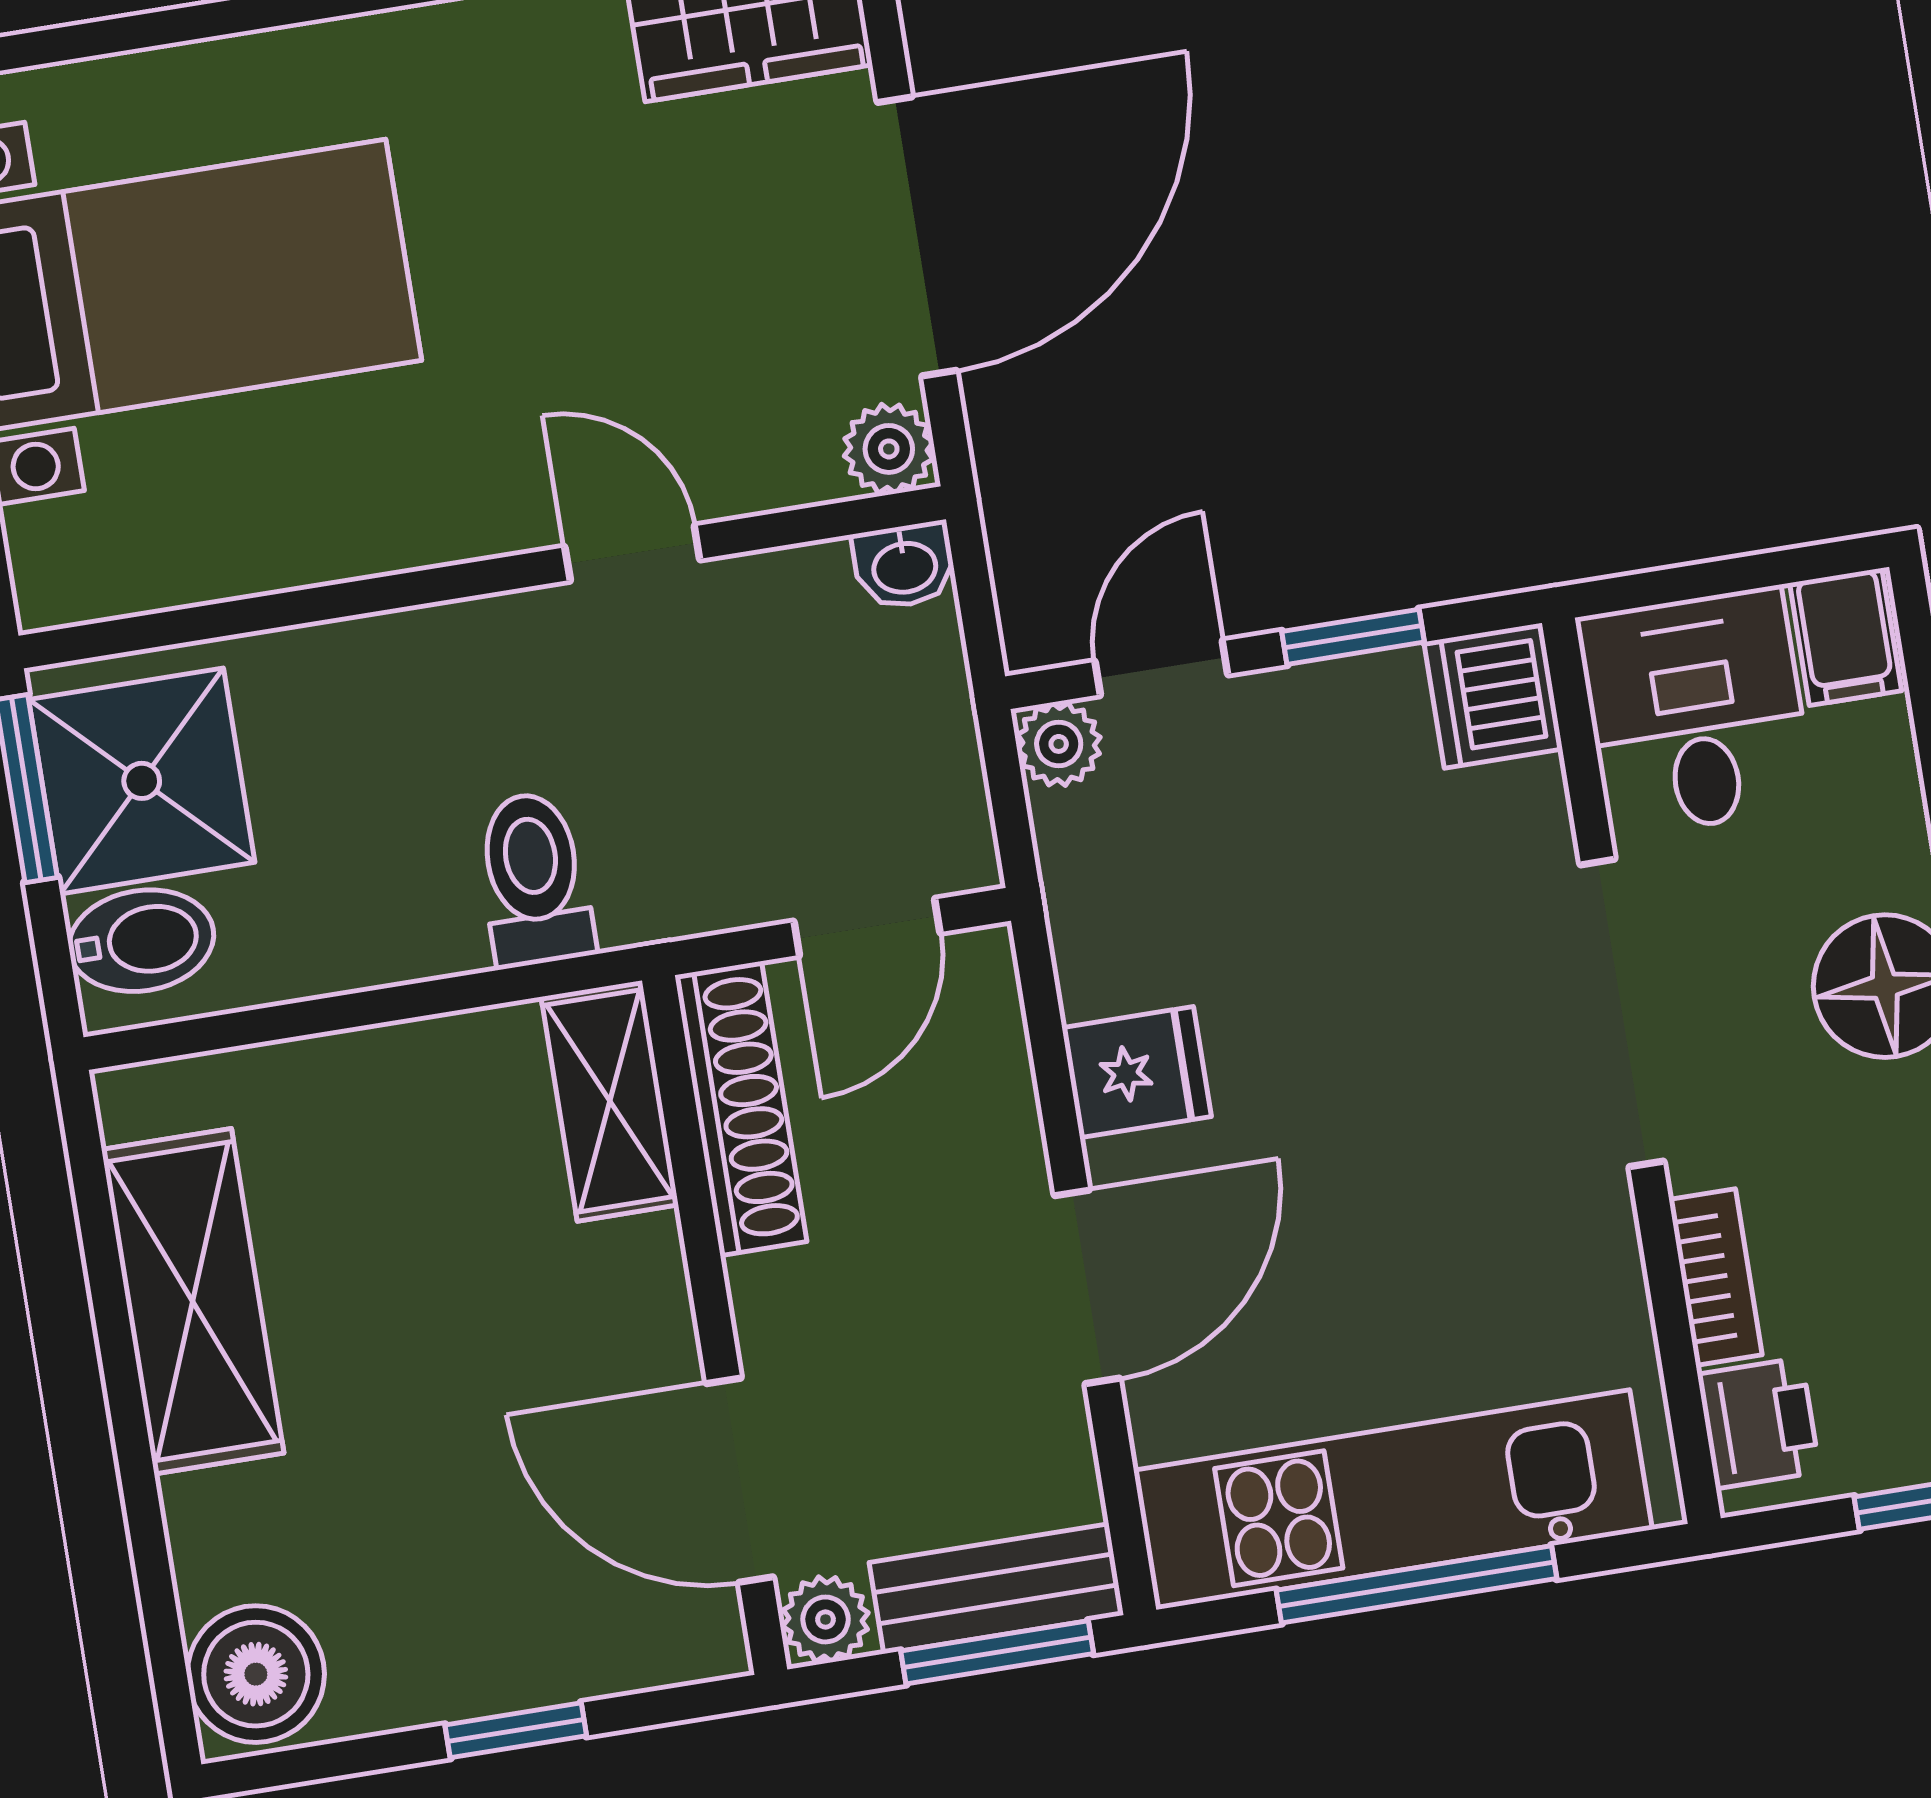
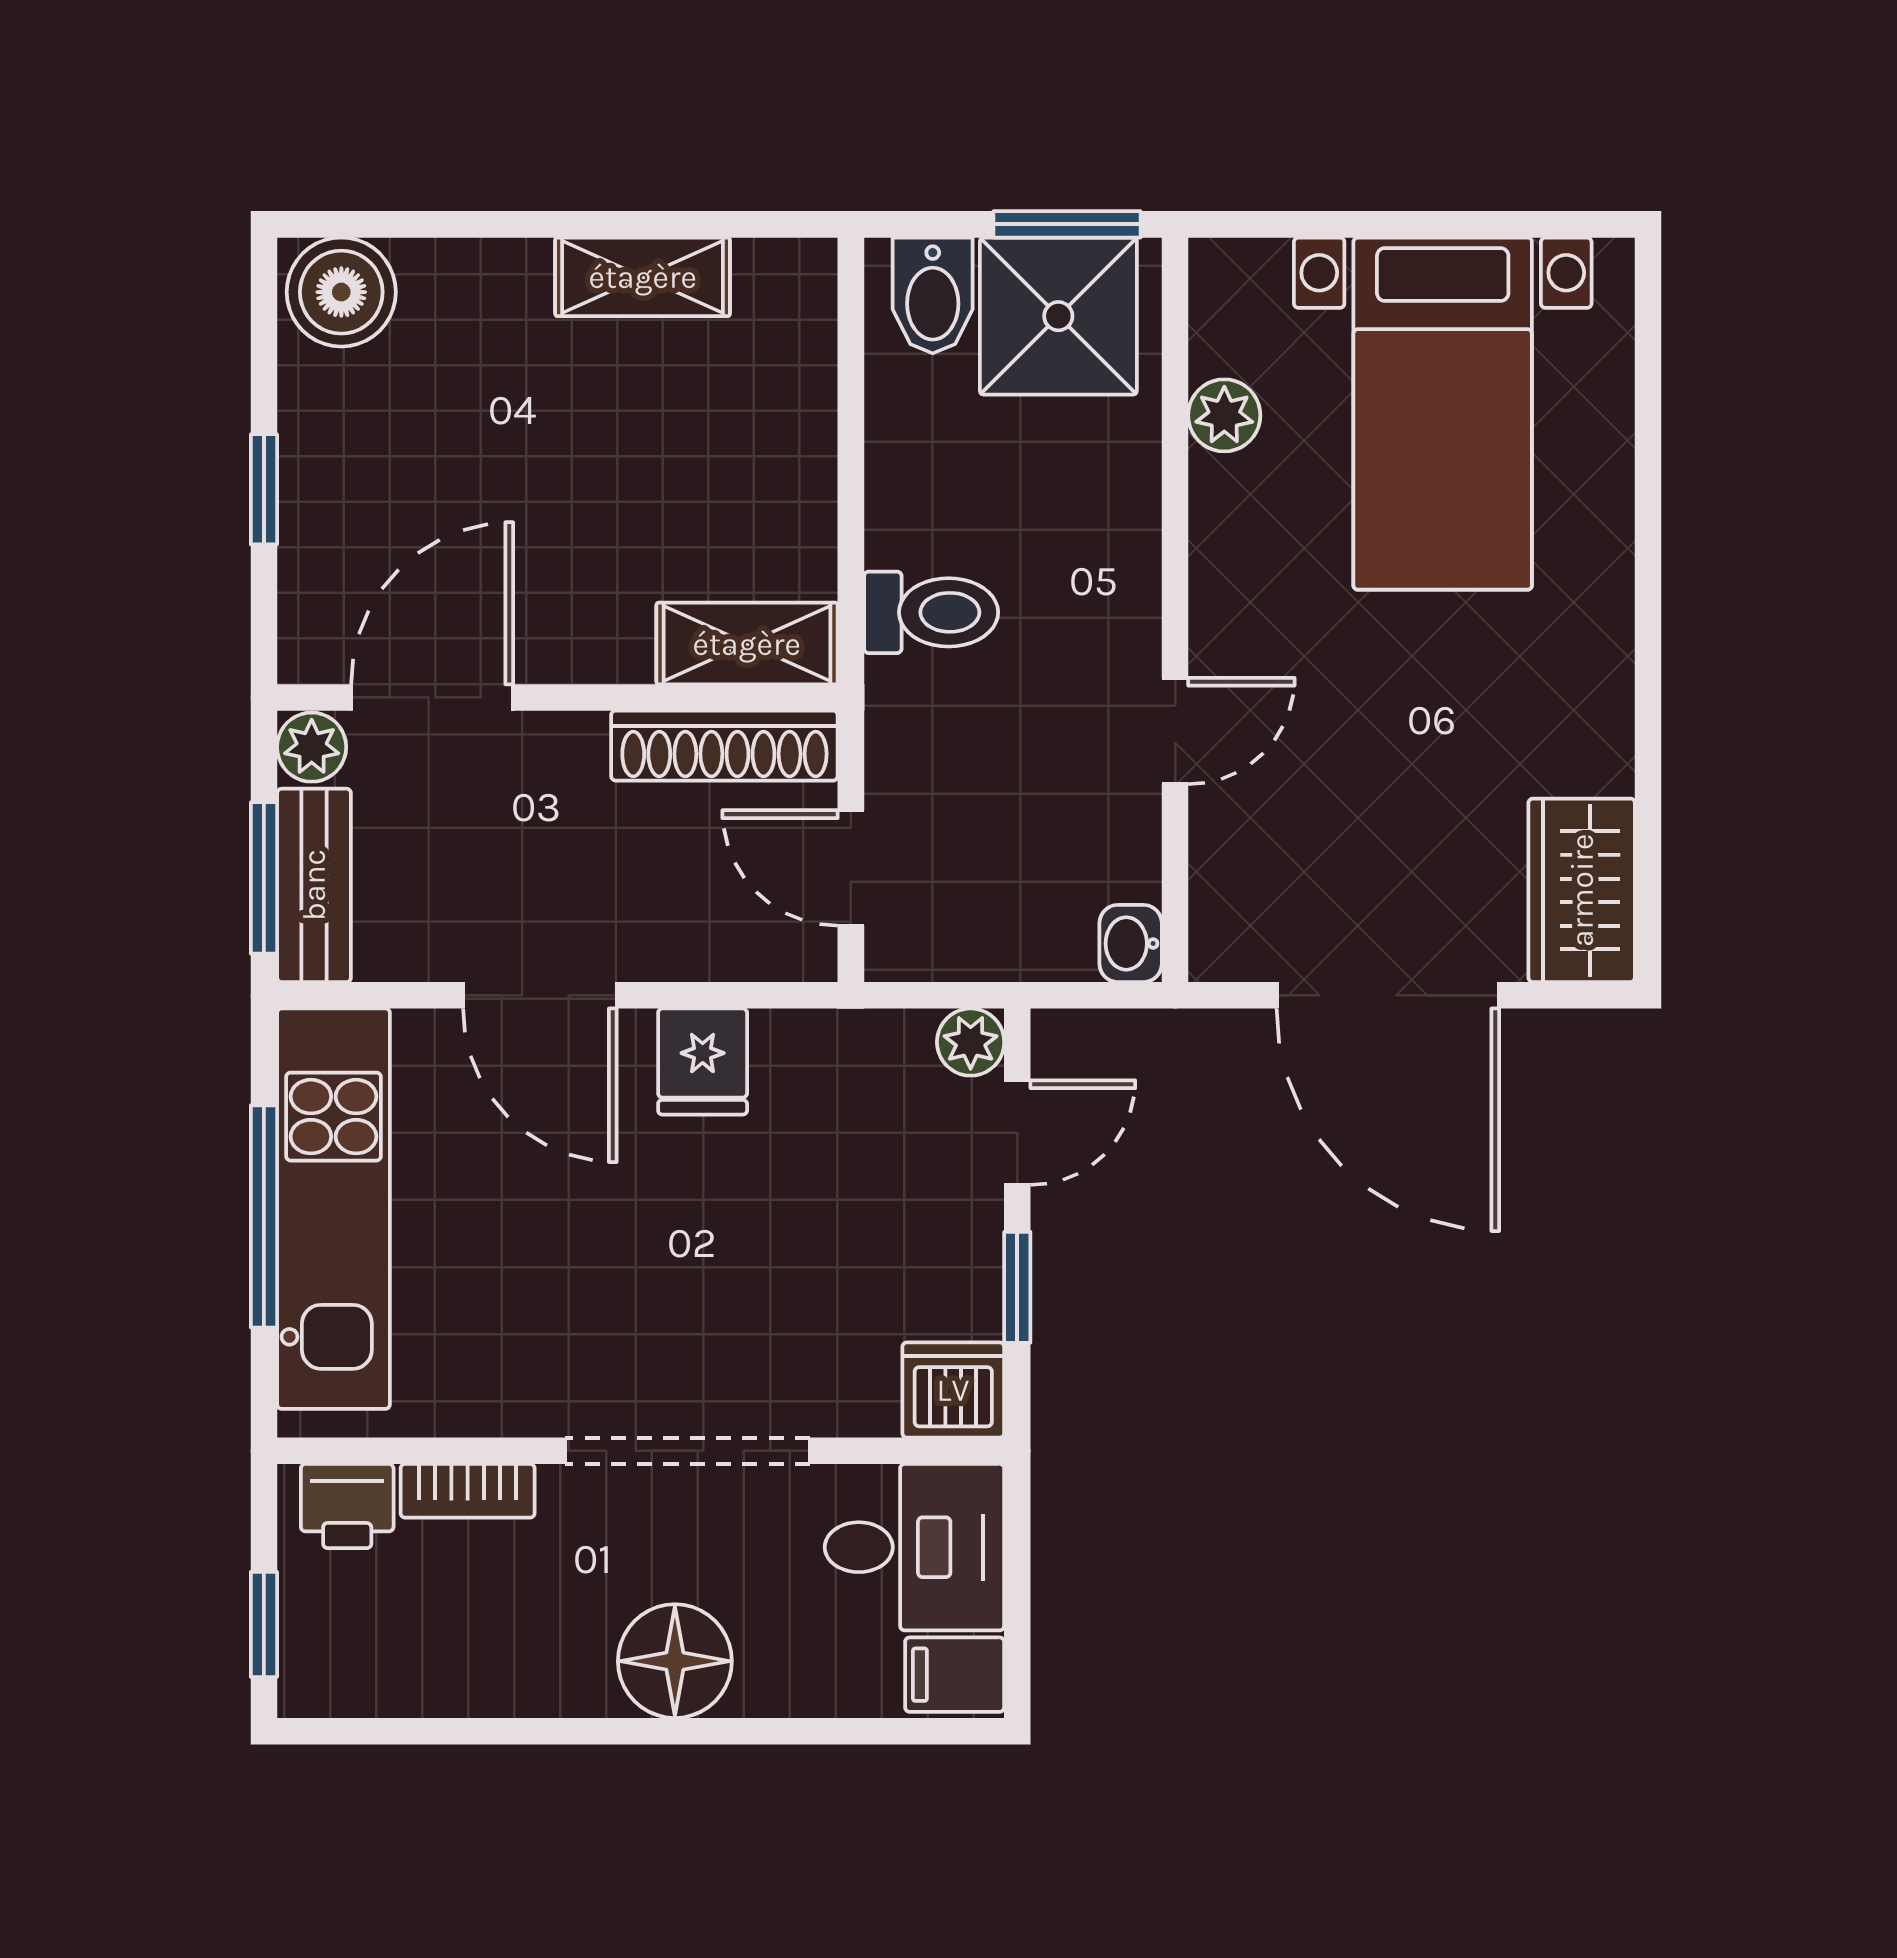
plant: (889, 449) -> (1224, 415), moved
door: (1161, 668) -> (1017, 1133), hinge flipped
shelving: (193, 1301) -> (643, 277), width x0.67, depth x0.75

